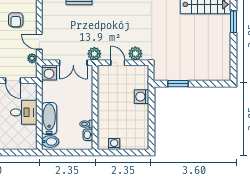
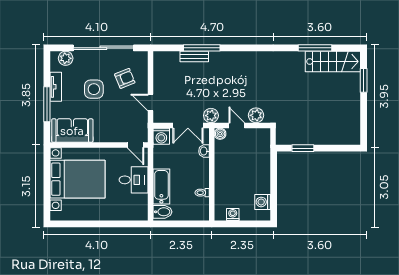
armchair: (16, 20) -> (125, 78), turned -112
plant: (32, 58) -> (143, 121), removed
boiler: (103, 70) -> (220, 134), added
door: (13, 81) -> (135, 145), moved
washing machine: (141, 97) -> (263, 202), moved
washbasin: (88, 135) -> (204, 151), moved

